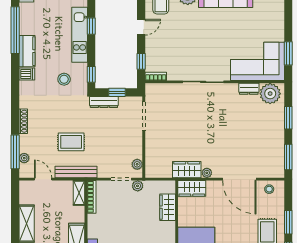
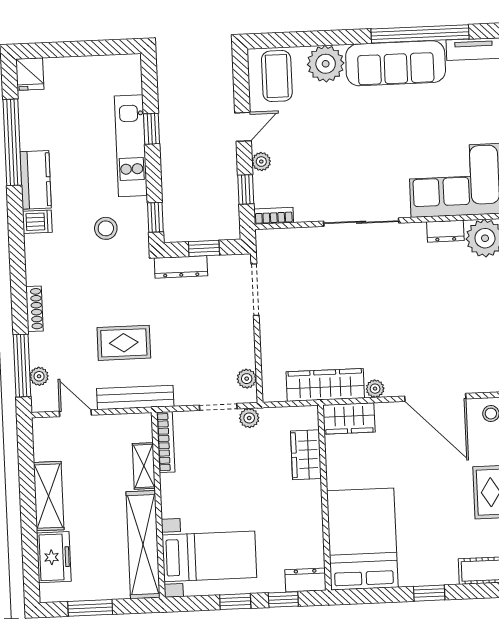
plant: (150, 47) -> (261, 162), added
wardrobe: (187, 170) -> (325, 385), width x1.50
shelving: (79, 193) -> (144, 466), moved

